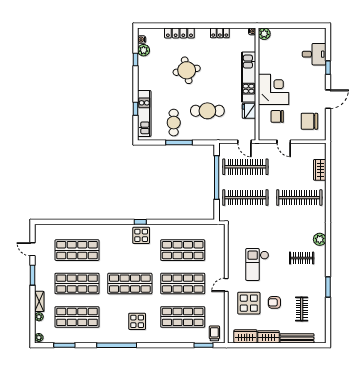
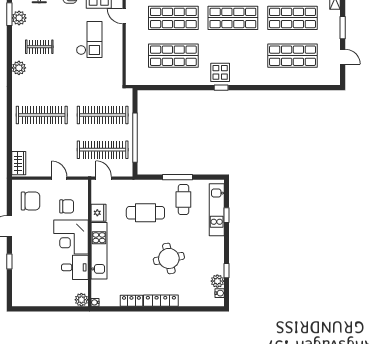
locker: (179, 33) -> (161, 301), moved
desk: (314, 54) -> (75, 267), moved, turned 180
wardrobe: (320, 170) -> (19, 163), moved
plant: (319, 284) -> (19, 18), added
door: (226, 285) -> (124, 16), swing flipped

